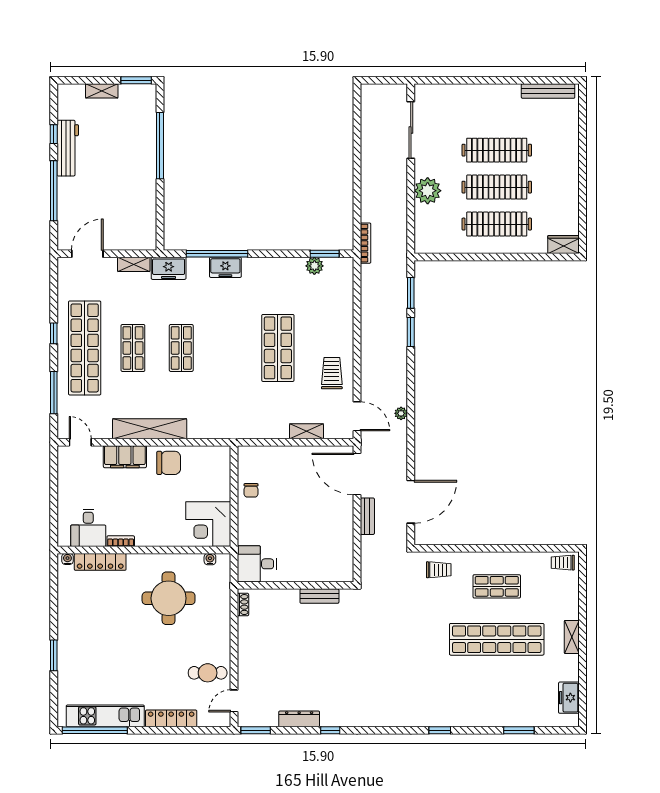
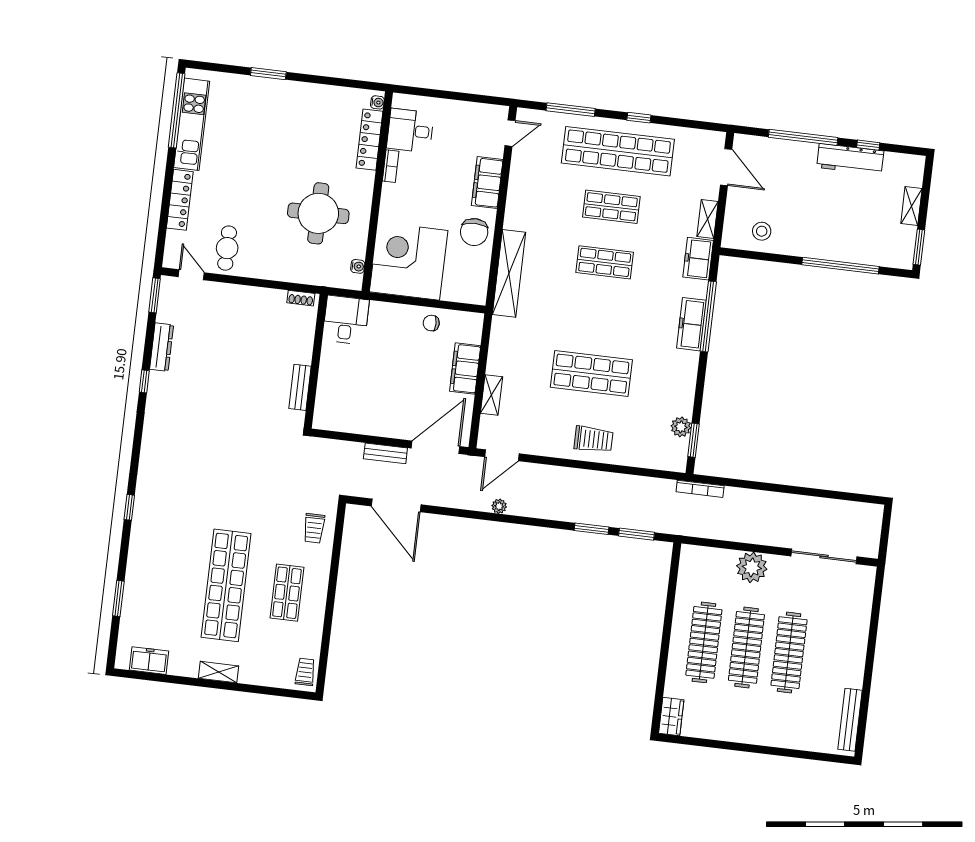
stool: (139, 217) -> (762, 231), added
freezer: (225, 267) -> (691, 324), width x1.40
trolley: (332, 373) -> (594, 439), moved
shelving: (150, 429) -> (509, 273), moved
filing cabinet: (287, 457) -> (465, 369), added
corner desk: (208, 524) -> (409, 261), width x1.36, depth x1.36

